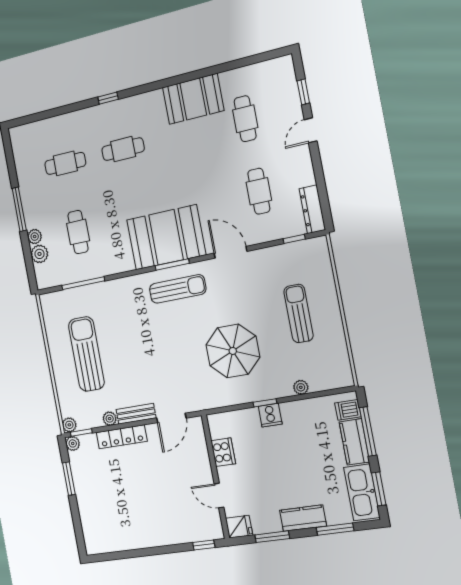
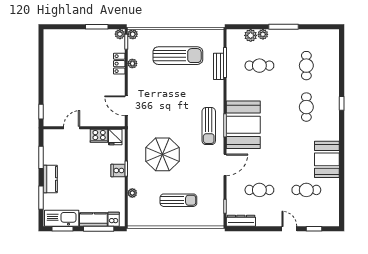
bench: (136, 414) -> (219, 66), moved
locker: (122, 437) -> (119, 64), width x0.66
fridge: (239, 527) -> (115, 137), moved

